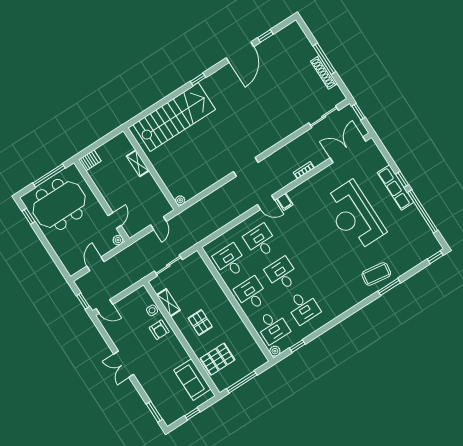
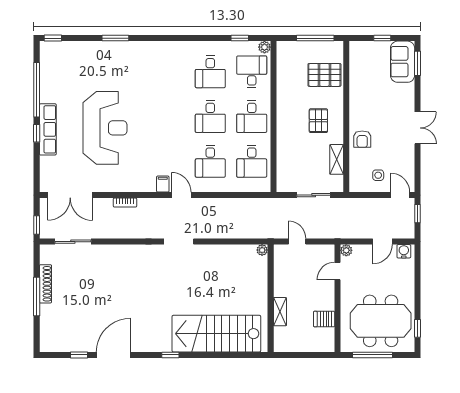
server rack: (90, 160) -> (324, 319), moved
door: (158, 223) -> (297, 242), hinge flipped
water cooler: (75, 267) -> (404, 251), added
coffee table: (376, 274) -> (120, 58), removed
desk: (303, 307) -> (210, 72), turned 180
side table: (152, 310) -> (378, 175), moved
armchair: (159, 330) -> (362, 139), turned 180
sofa: (192, 380) -> (403, 62), moved, turned 180

